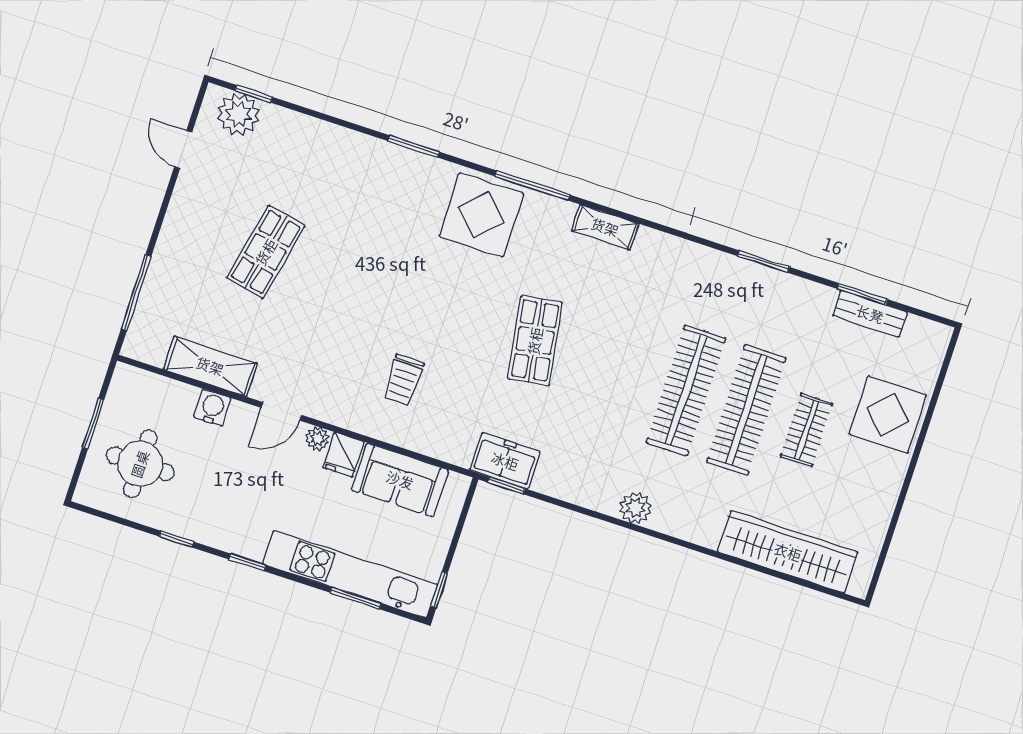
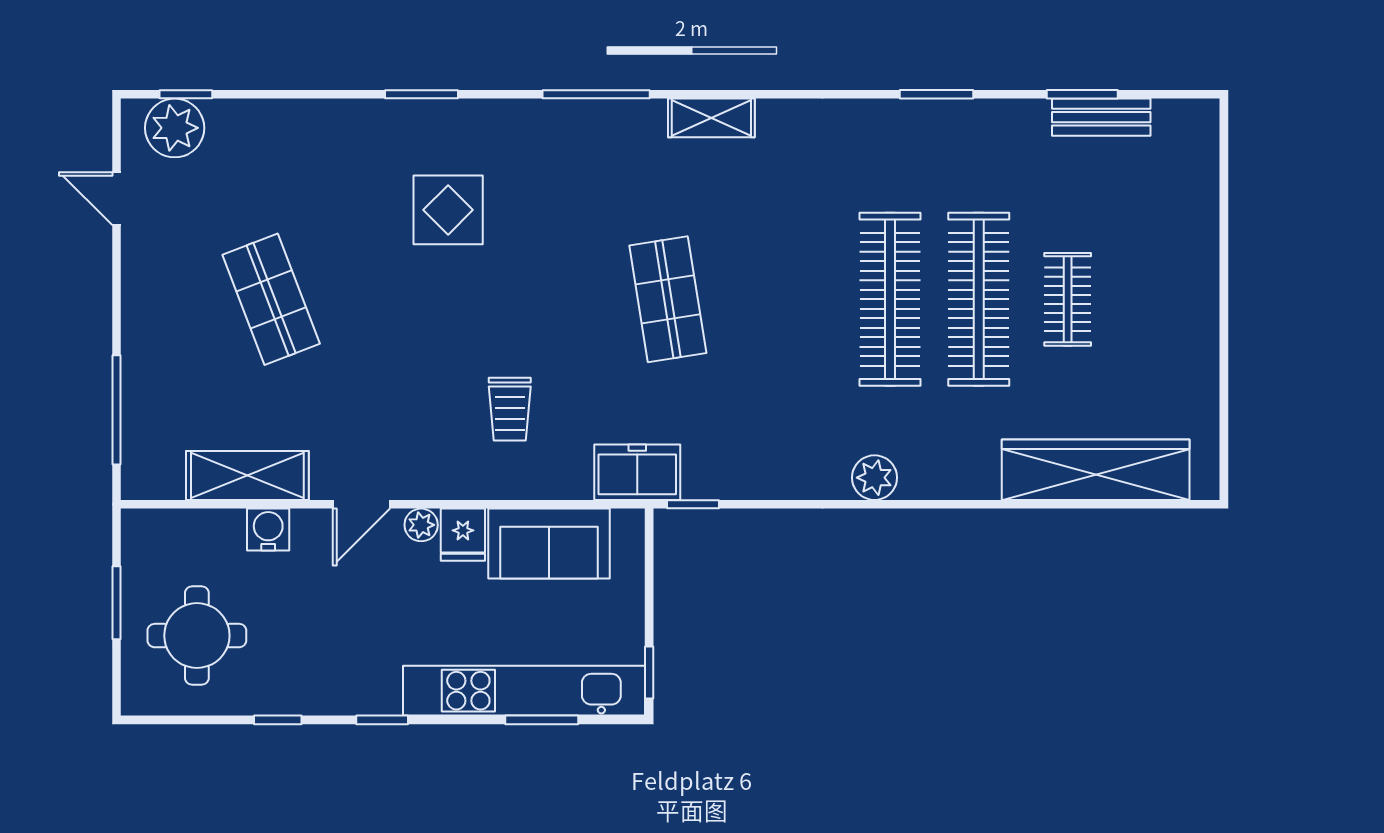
display table: (481, 215) -> (448, 210), moved, width x0.73, depth x0.73
shop shelf: (266, 252) -> (271, 299), turned -33
display table: (888, 415) -> (1169, 243), removed
freezer: (505, 461) -> (637, 472), moved

